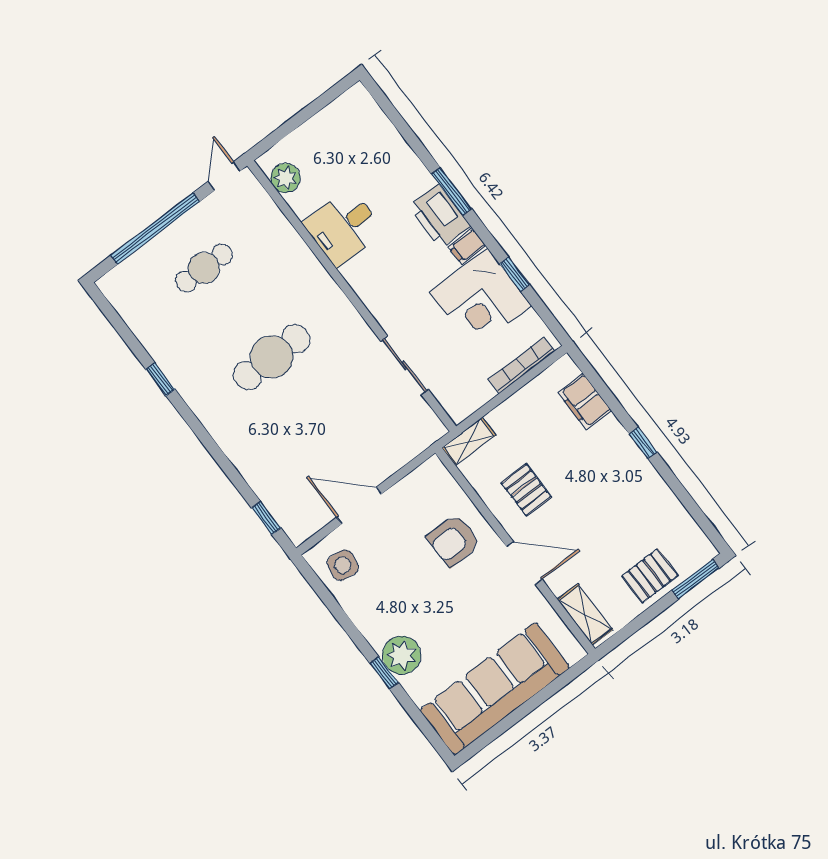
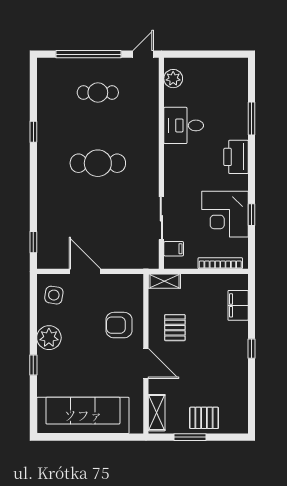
window: (452, 192) -> (252, 118), moved
filing cabinet: (467, 246) -> (174, 249), moved, turned 180
window: (695, 579) -> (190, 437), moved
plant: (402, 655) -> (49, 338), moved

